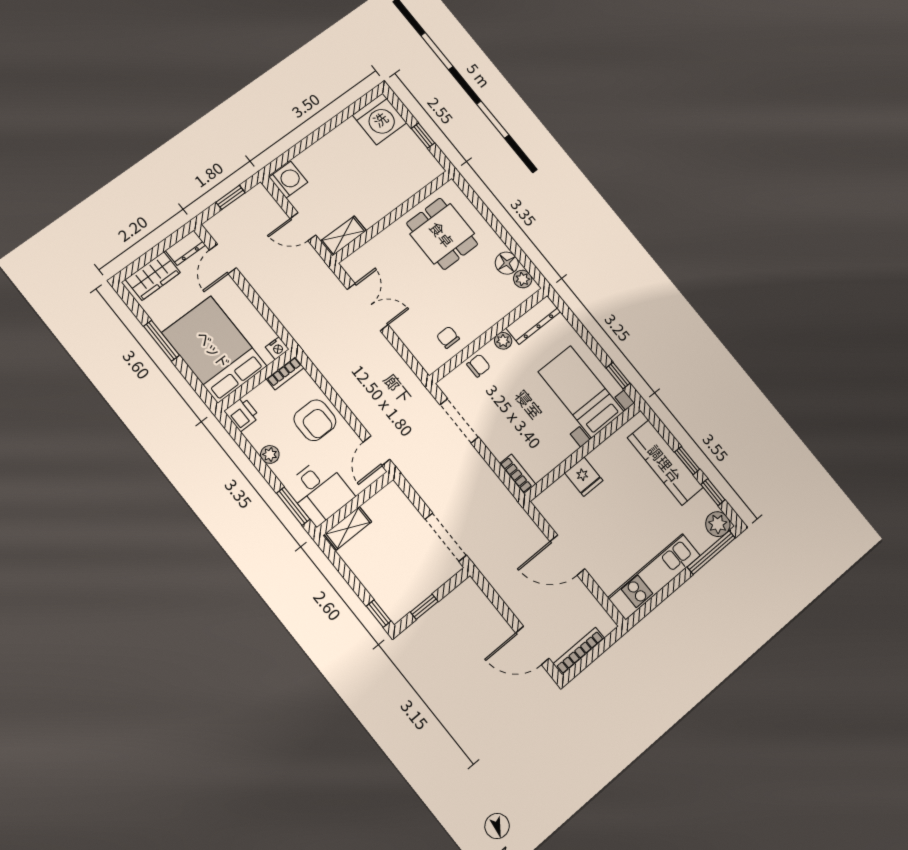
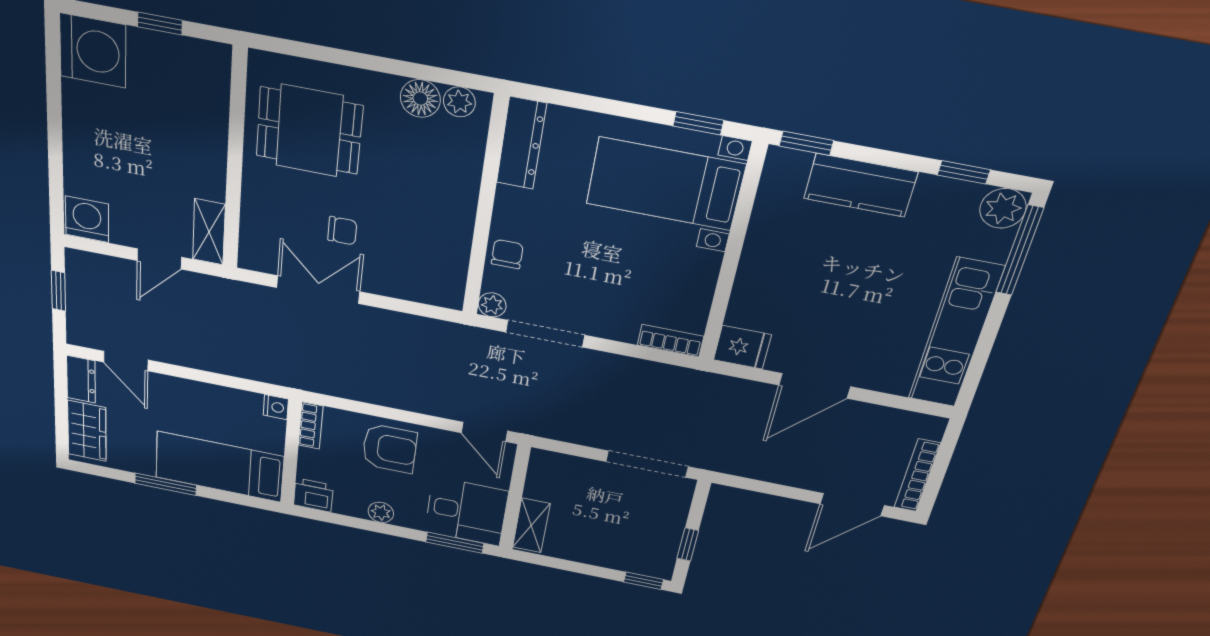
chair: (448, 337) -> (342, 231), moved, turned 180
plant: (503, 341) -> (492, 305), moved
bed: (214, 349) -> (219, 467), width x0.67
window: (687, 461) -> (806, 143), moved
kitchen counter: (665, 463) -> (861, 185), width x0.67
fridge: (584, 477) -> (742, 347), moved

